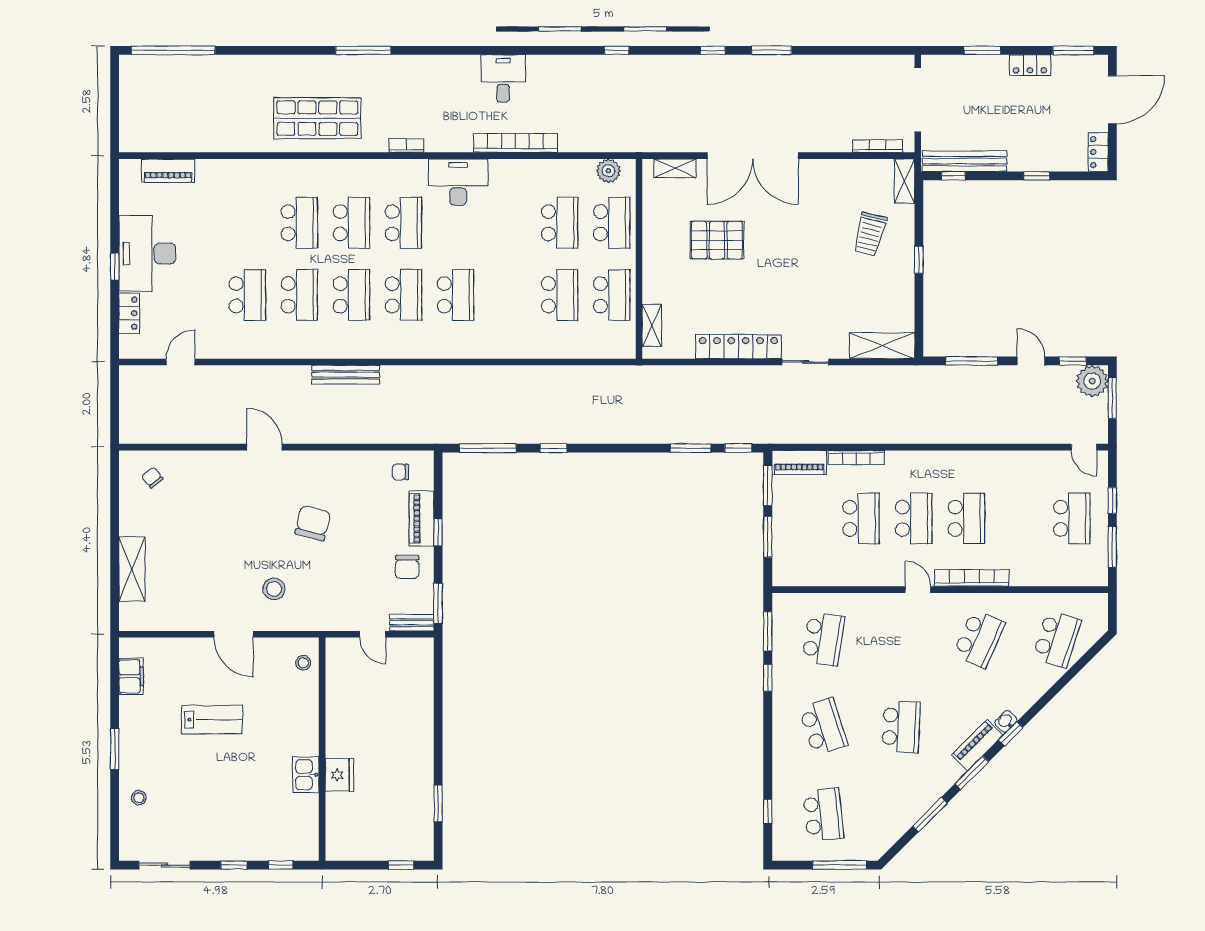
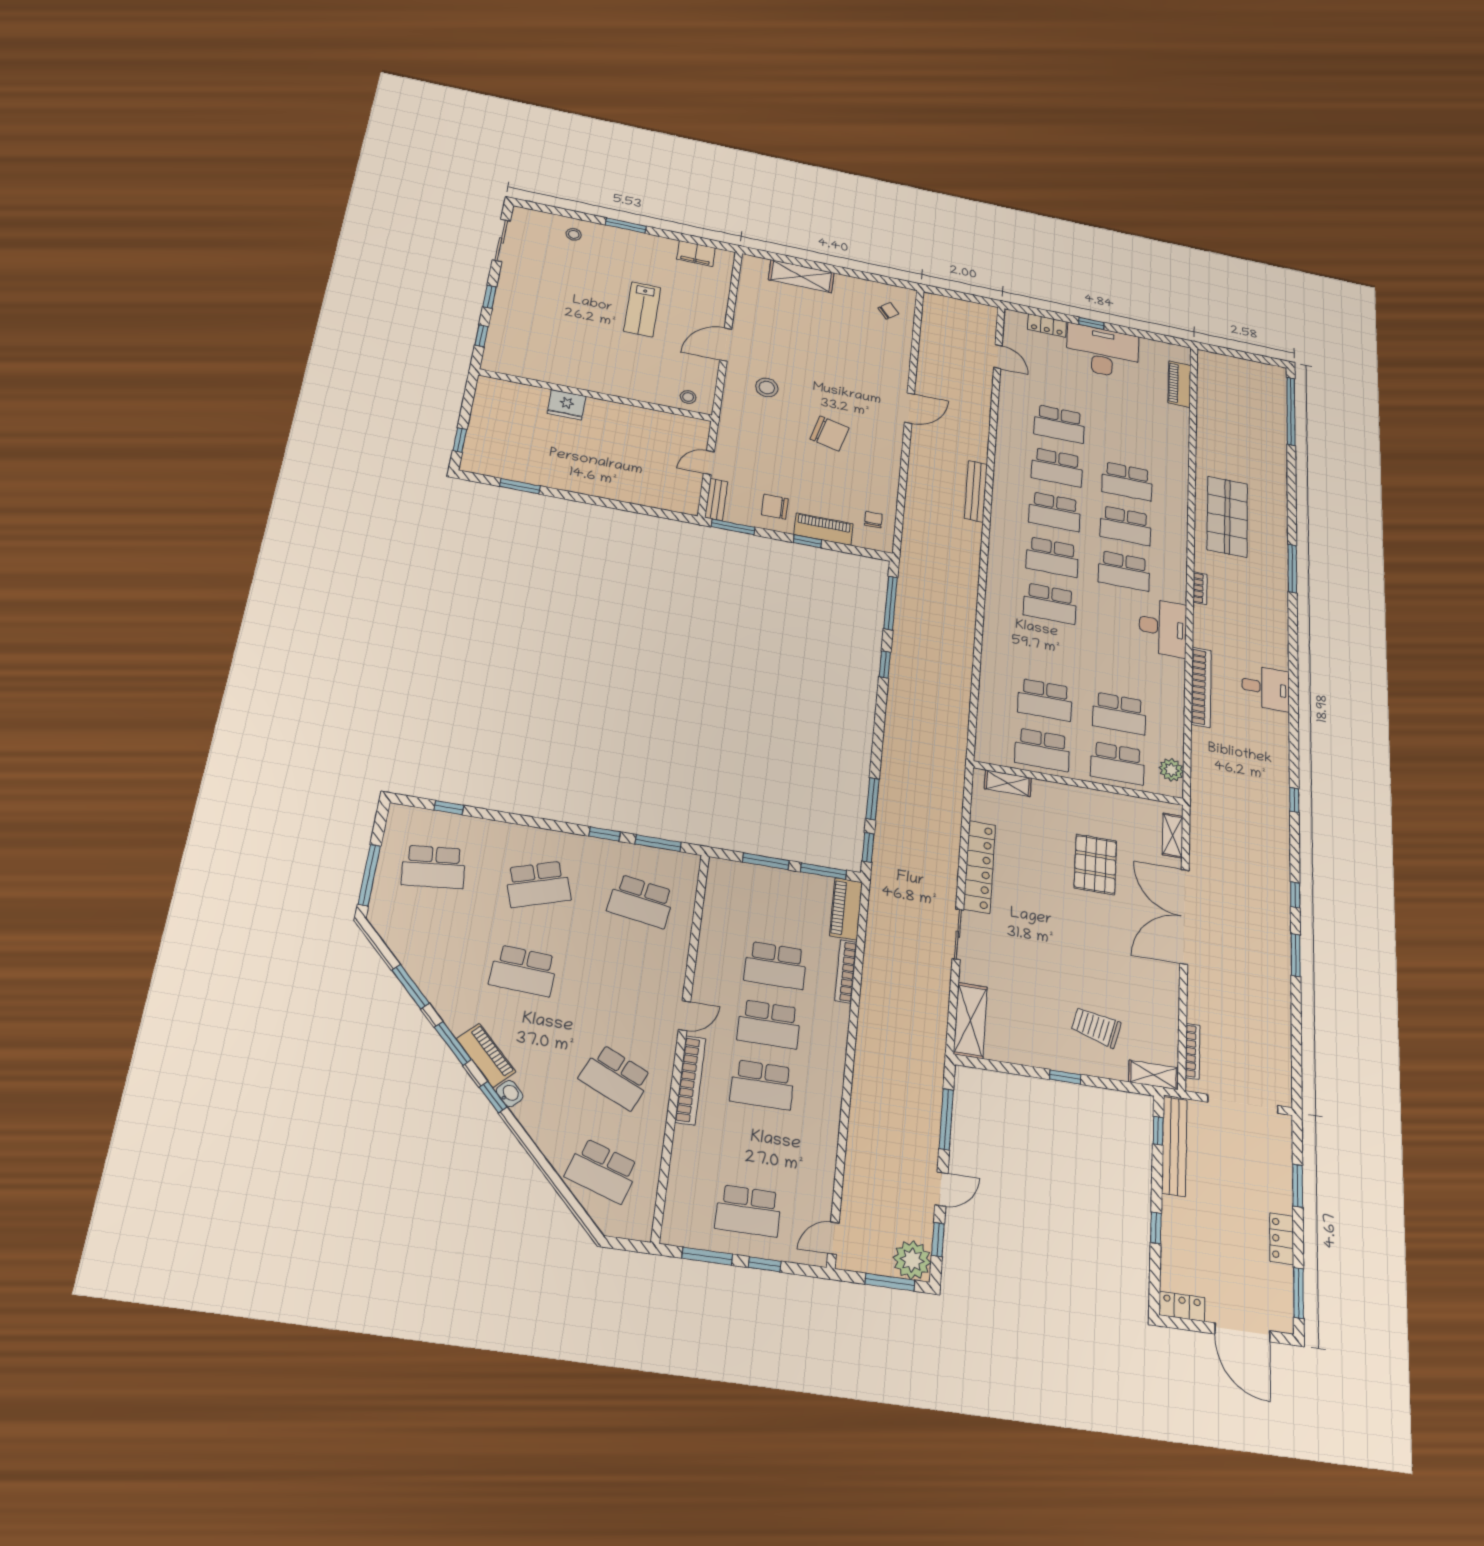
kitchen sink: (306, 775) -> (572, 376), removed

